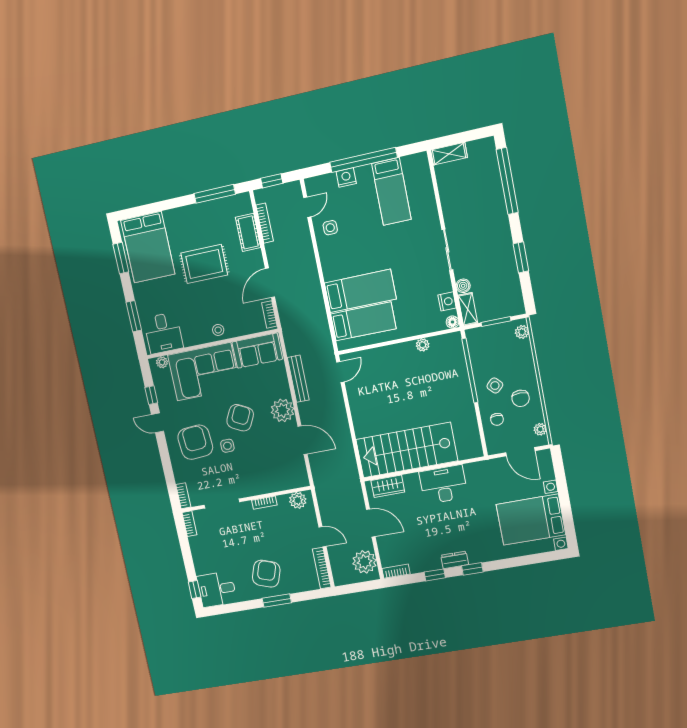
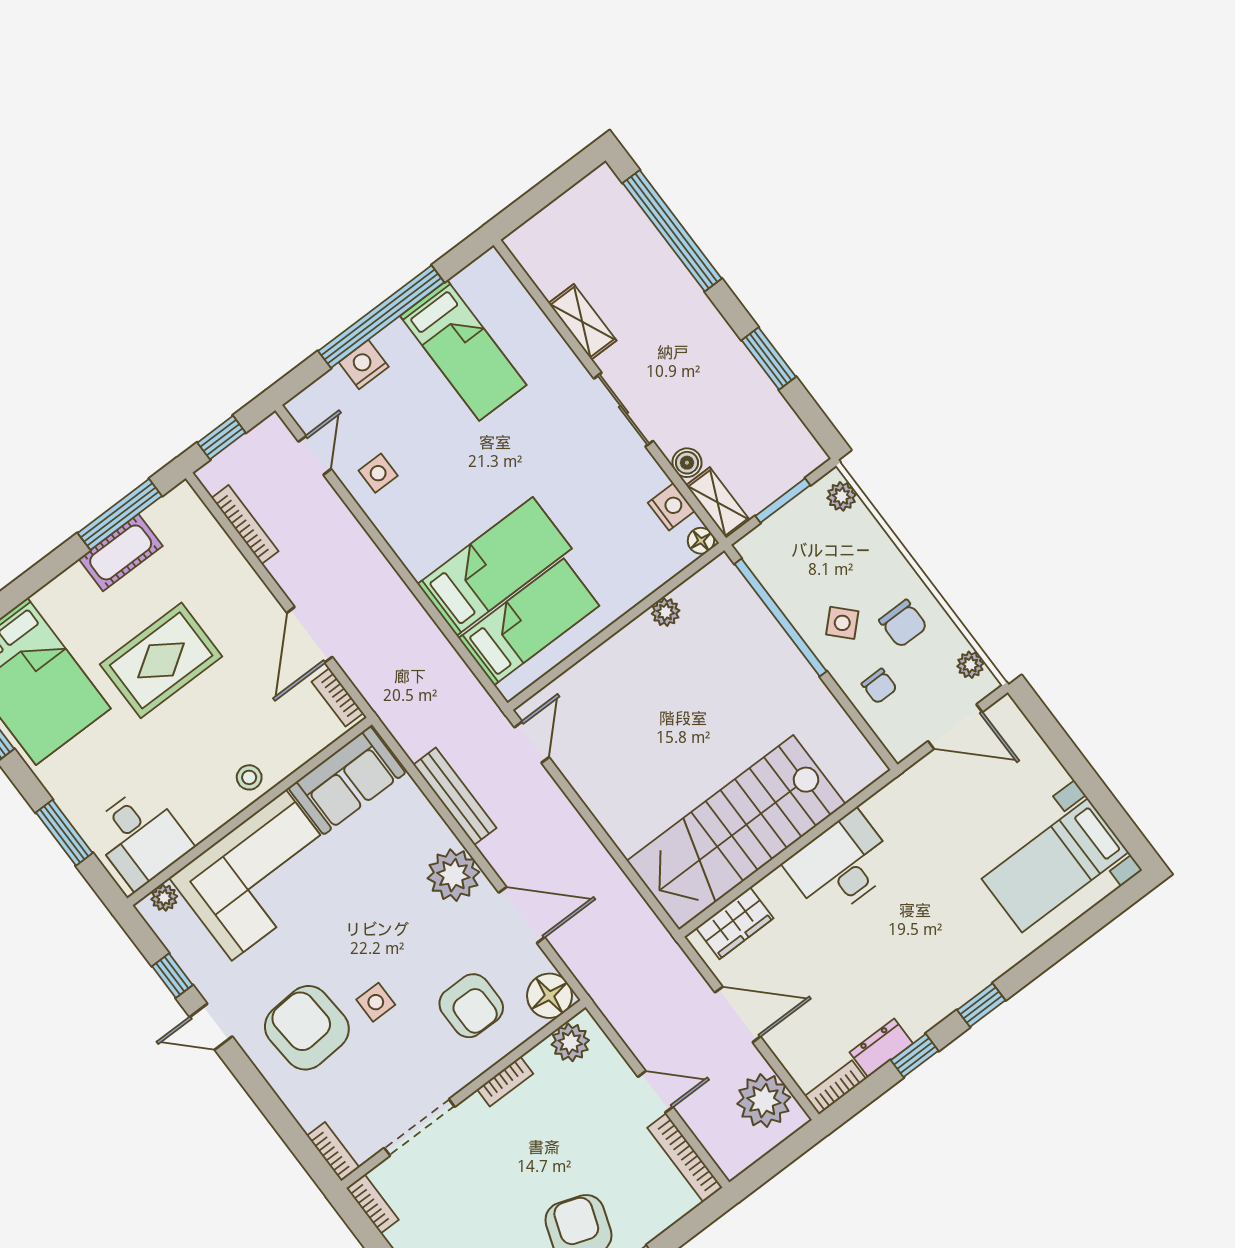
shelving: (449, 154) -> (582, 322), moved, turned 90
cot: (248, 232) -> (121, 552), moved, turned 90
armchair: (240, 418) -> (471, 1006), moved, turned 153
floor lamp: (298, 478) -> (549, 996), added
bed with nightstands: (531, 520) -> (1055, 865), width x0.73
dresser: (455, 560) -> (881, 1048), moved

